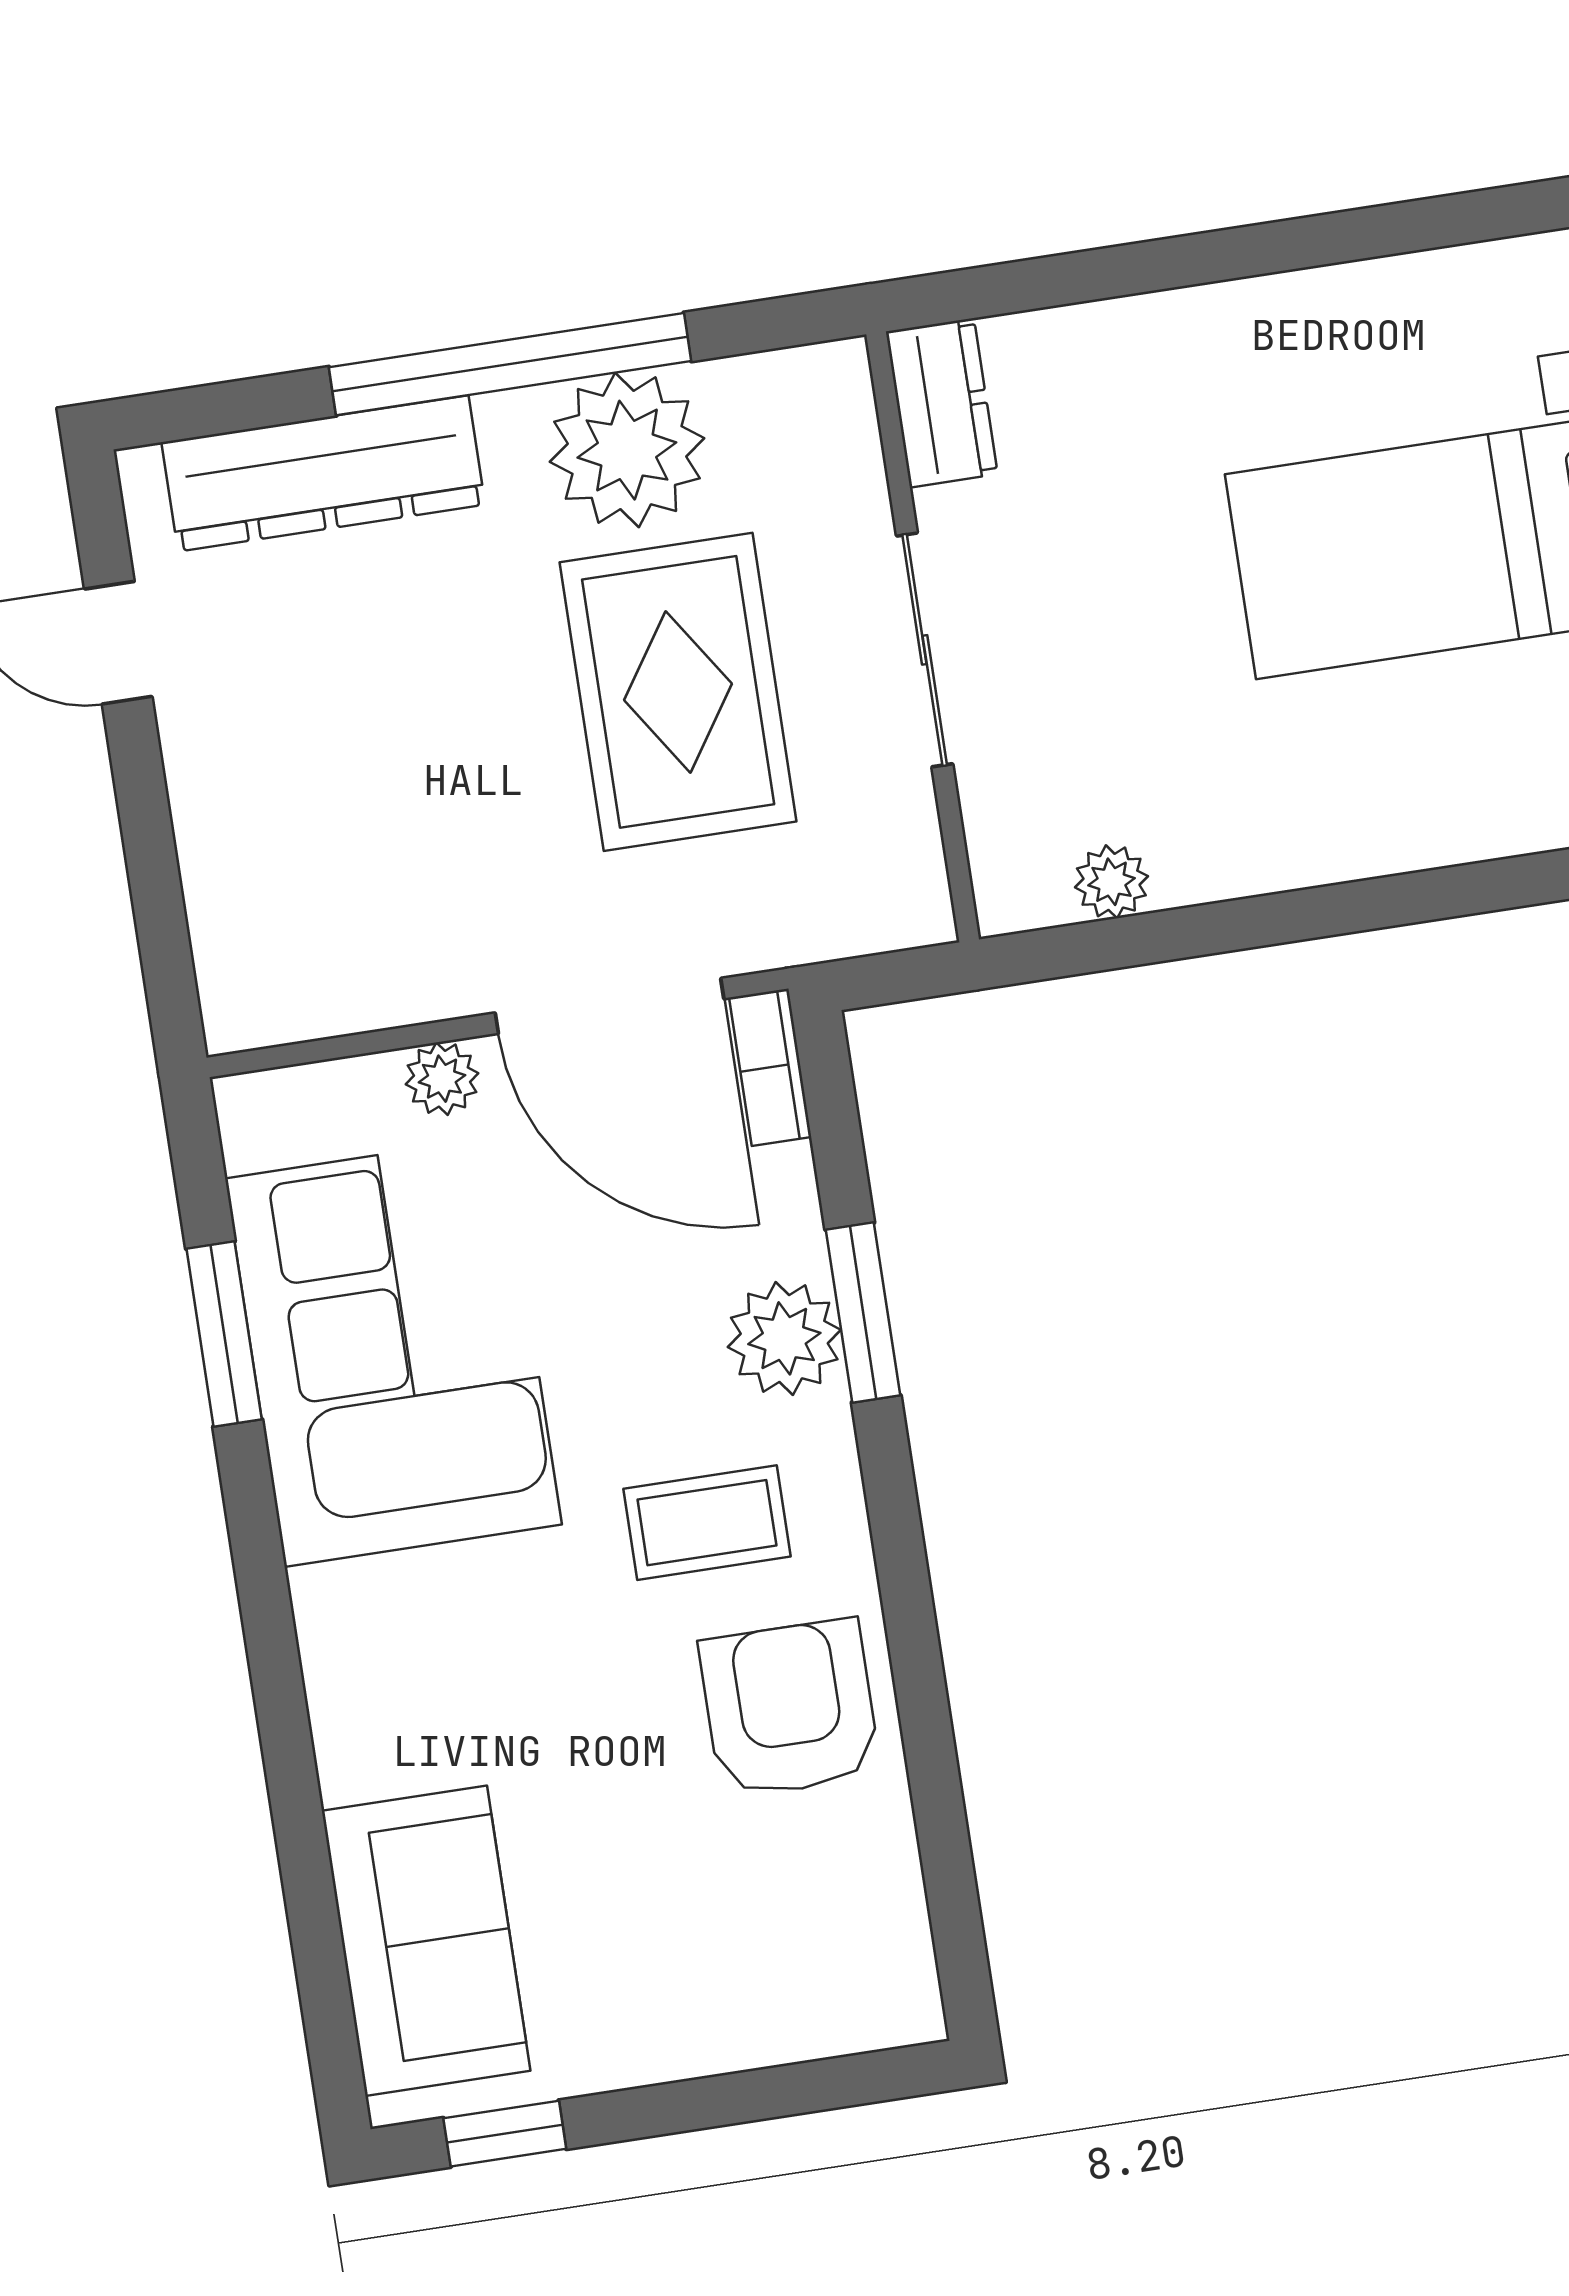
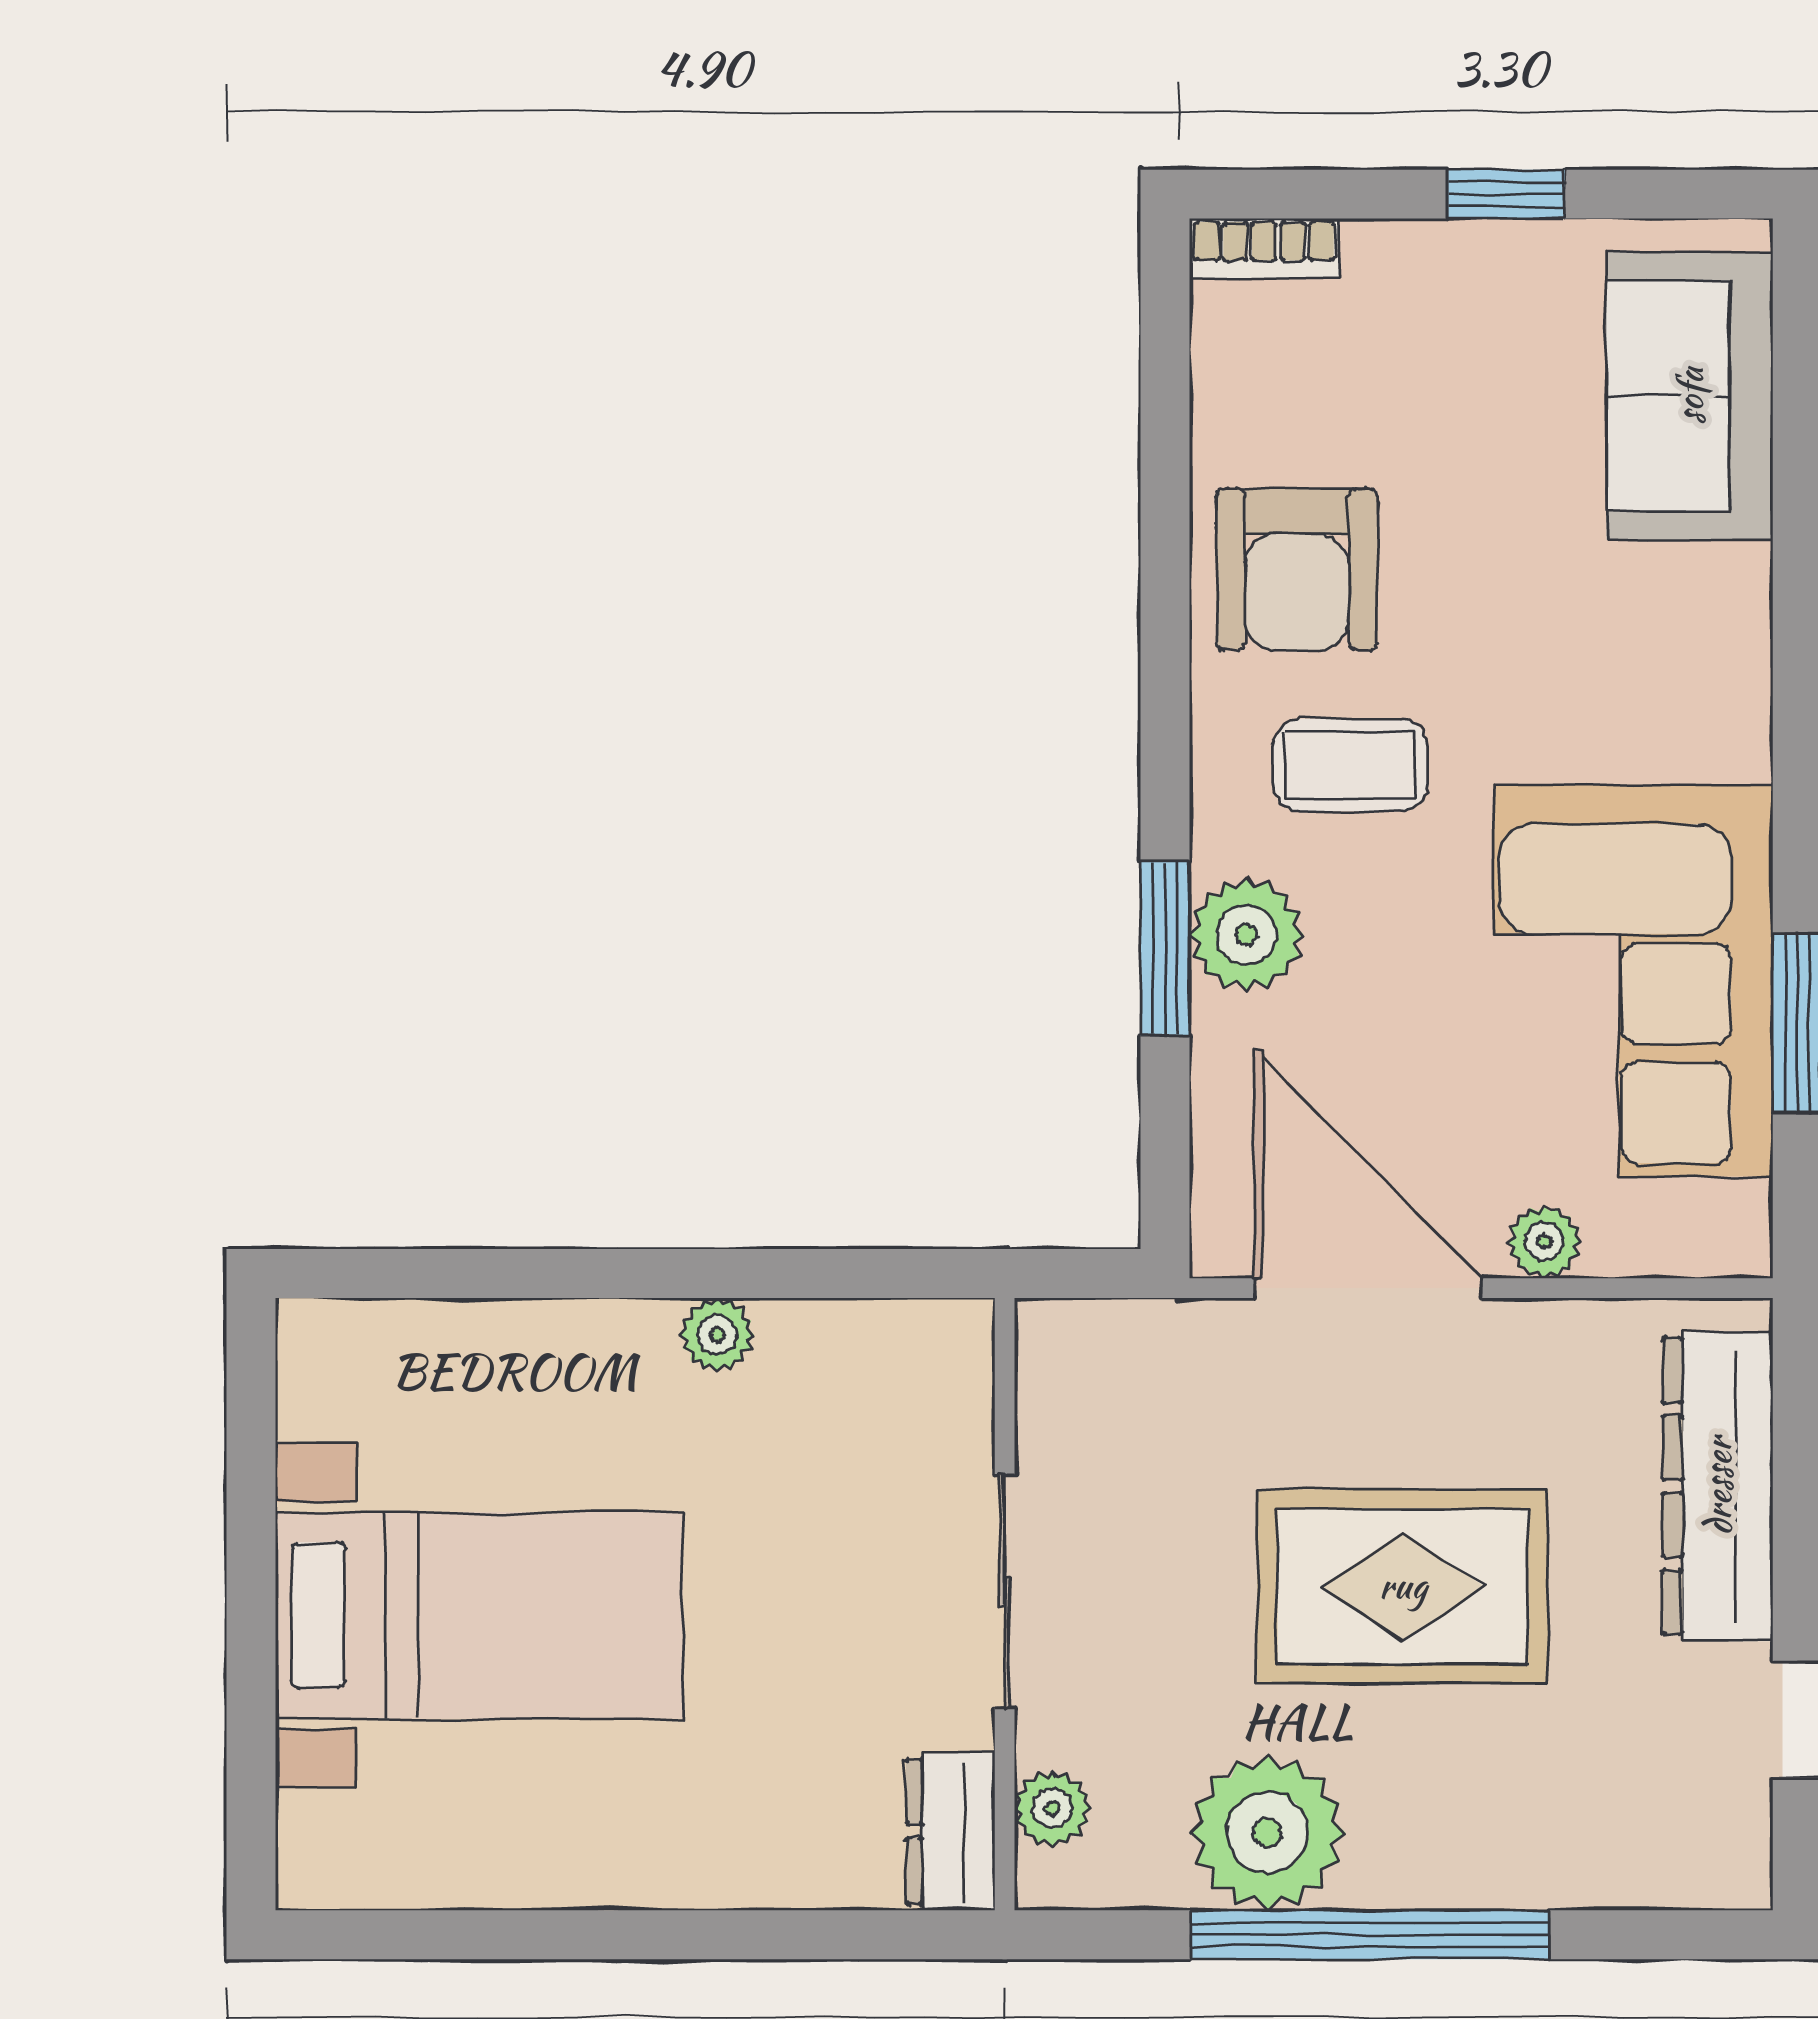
plant: (844, 441) -> (1052, 1808), added
dresser: (323, 473) -> (1718, 1486), moved, turned -90
rug: (678, 692) -> (1403, 1586), moved, turned 90
plant: (1111, 882) -> (717, 1335), moved
bookcase: (770, 1067) -> (1264, 248), moved, turned 90
window: (505, 2134) -> (1507, 194), moved

